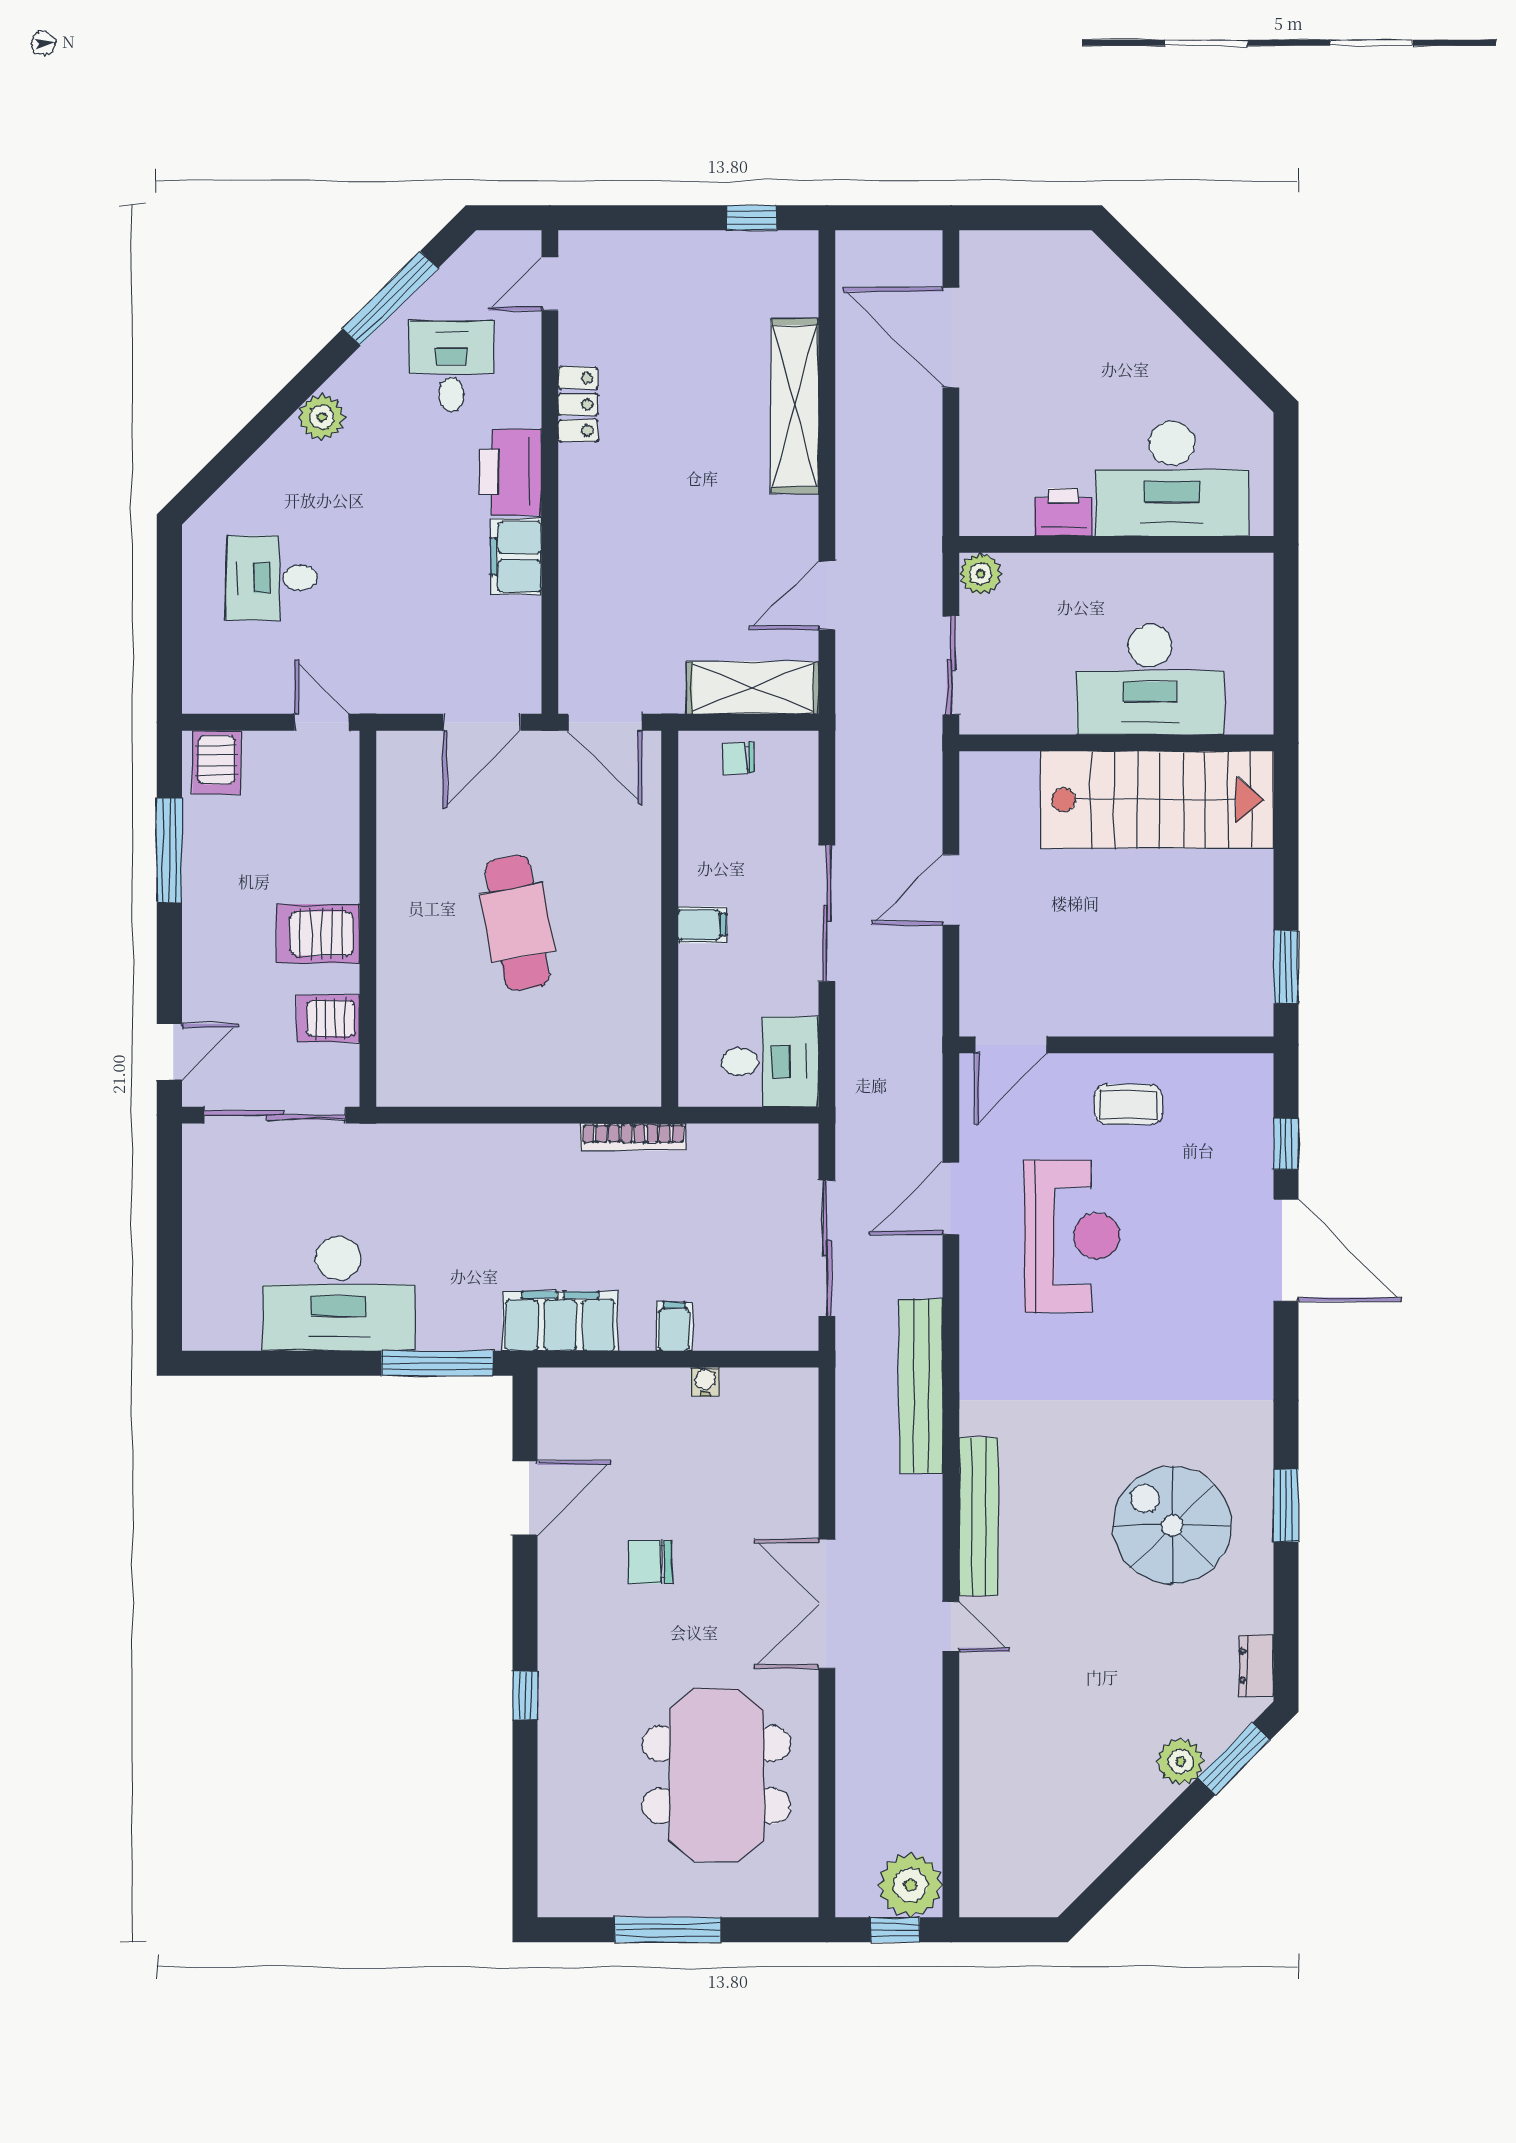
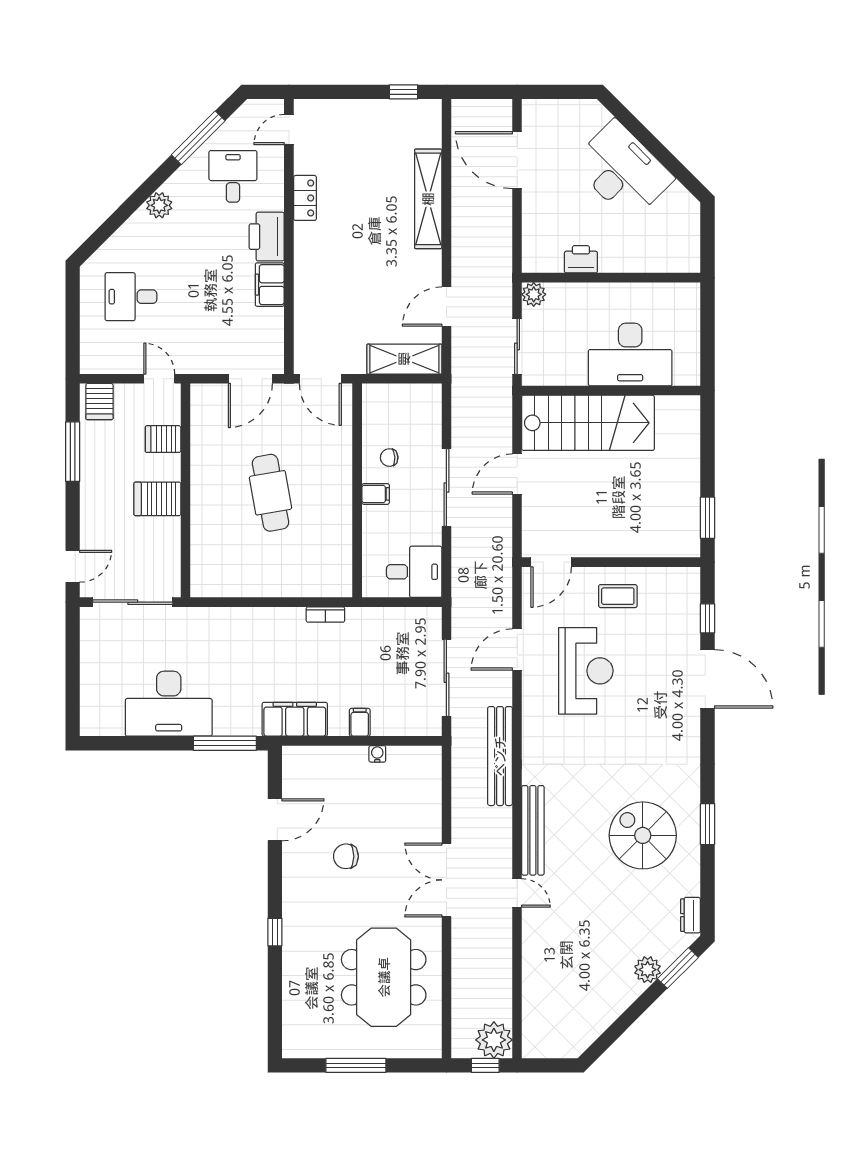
desk: (1172, 479) -> (623, 171), moved, turned -135
chair: (738, 758) -> (389, 458), moved
stairs: (1157, 800) -> (588, 423), moved
server rack: (328, 1019) -> (163, 439), moved
bookcase: (633, 1137) -> (325, 615), width x0.64

